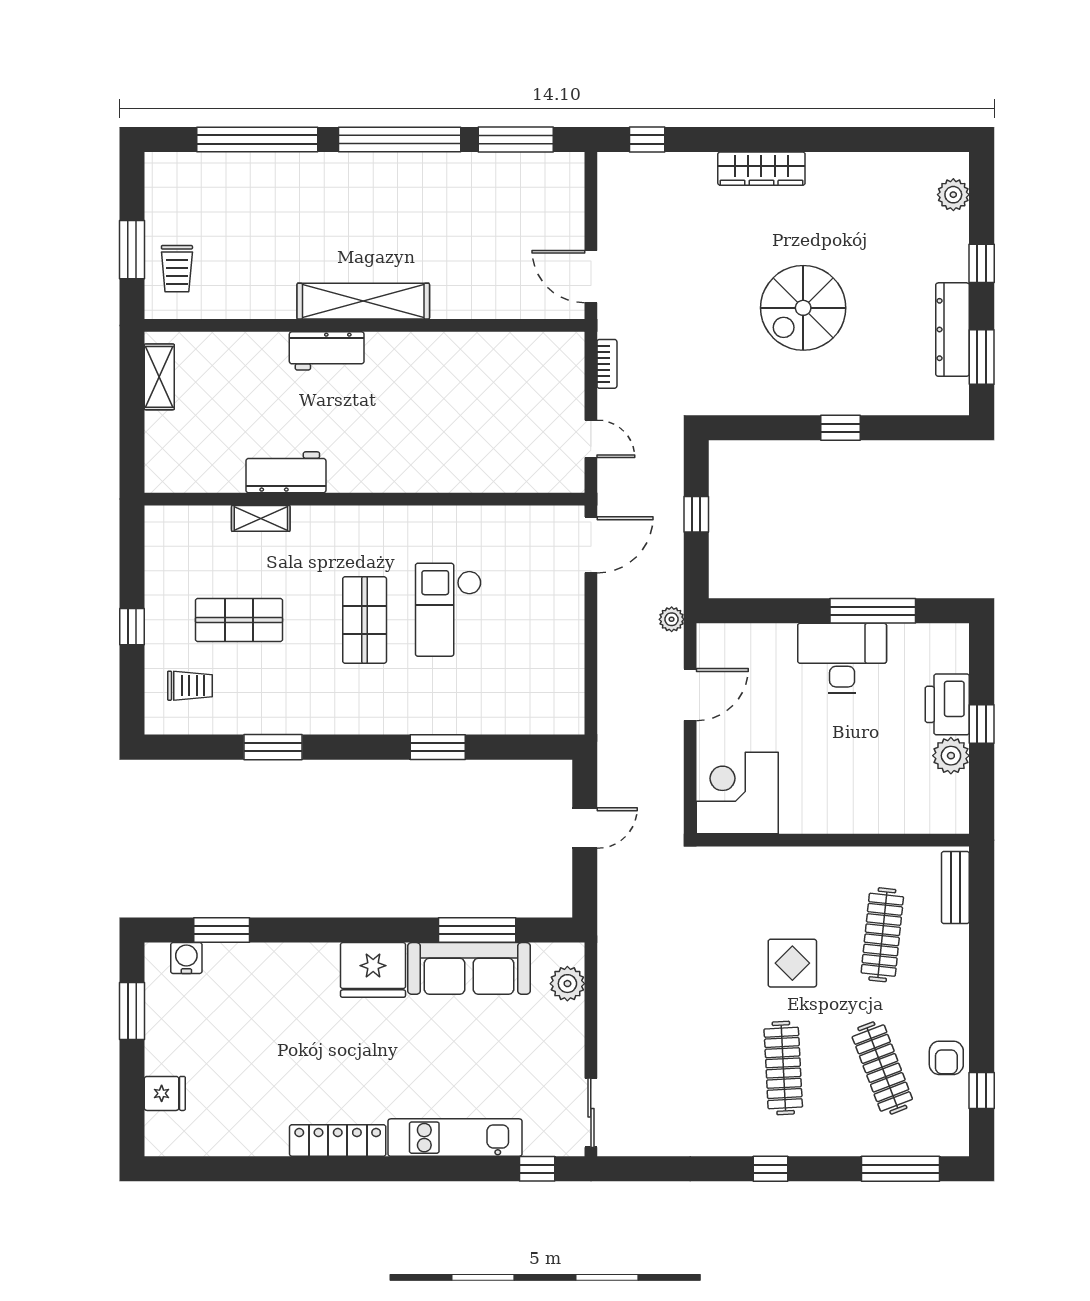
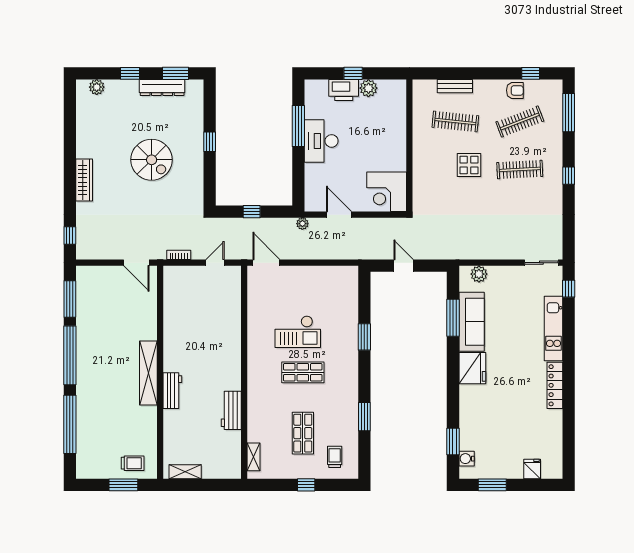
door: (591, 277) -> (136, 263), hinge flipped
shelving: (261, 518) -> (254, 457), moved
bench: (955, 887) -> (455, 86), moved

